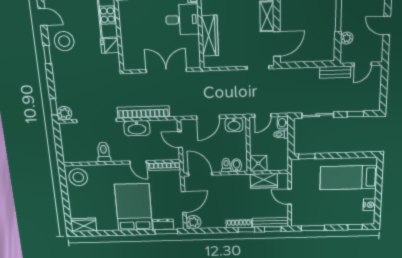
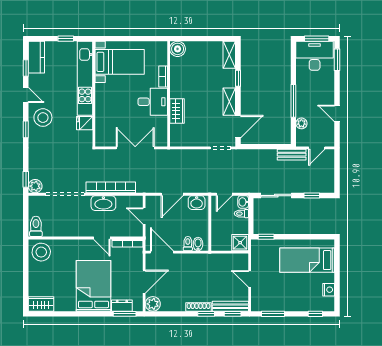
wardrobe: (210, 36) -> (177, 111), width x0.67
toilet: (104, 152) -> (36, 226), moved
shower: (258, 163) -> (240, 243), moved
wardrobe: (264, 181) -> (224, 261), removed

